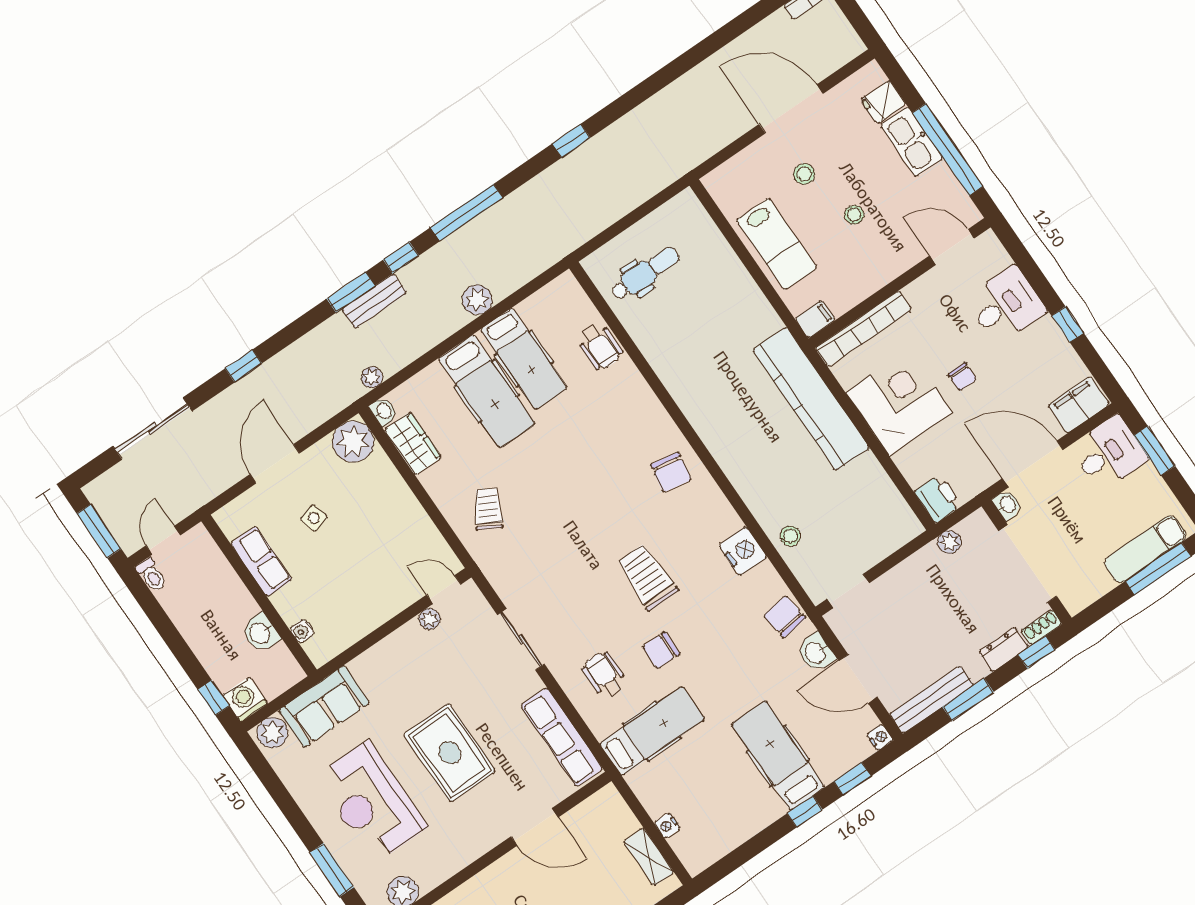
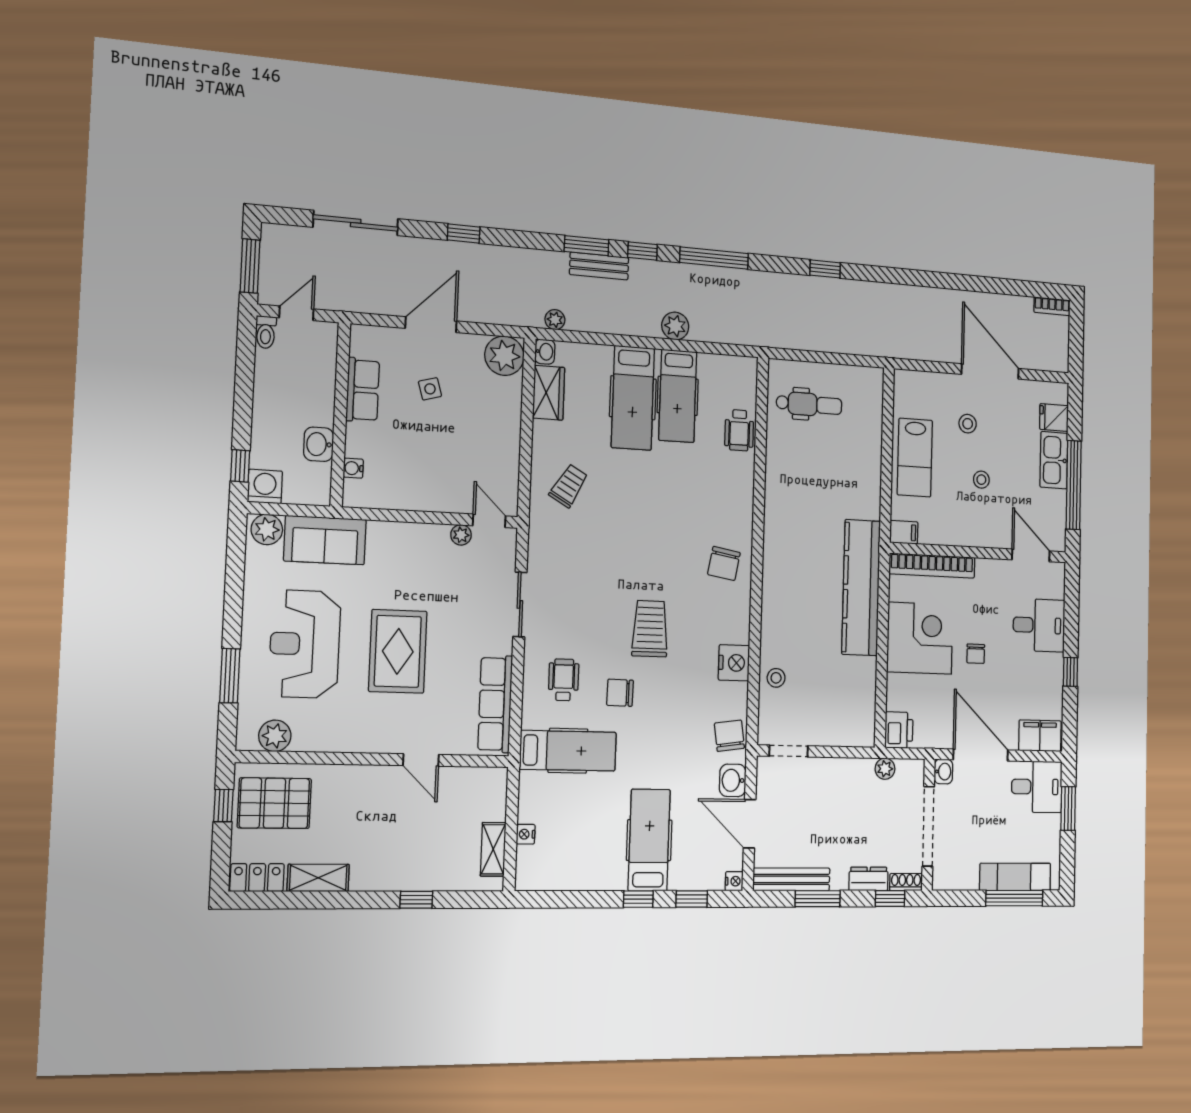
door: (535, 827) -> (421, 760), width x0.73

